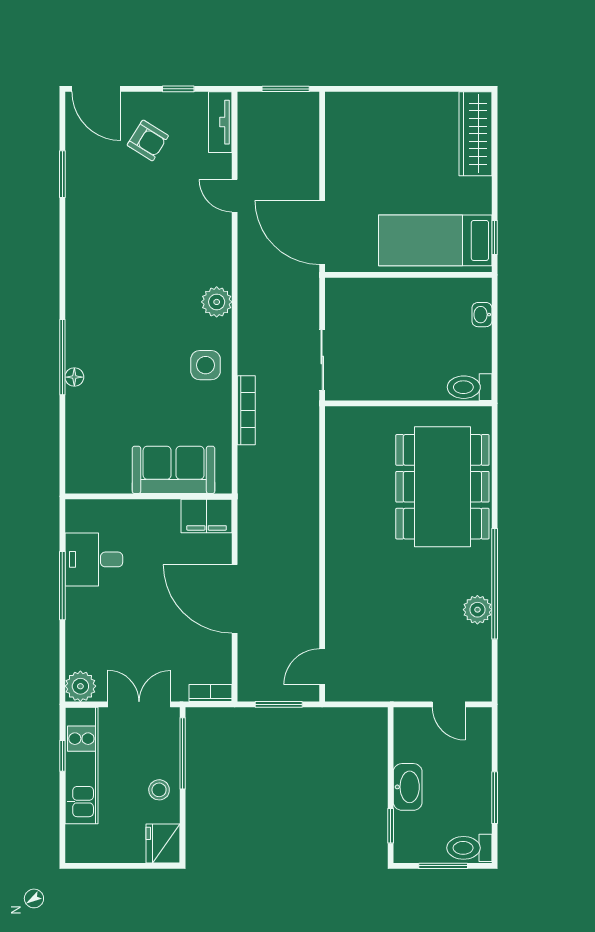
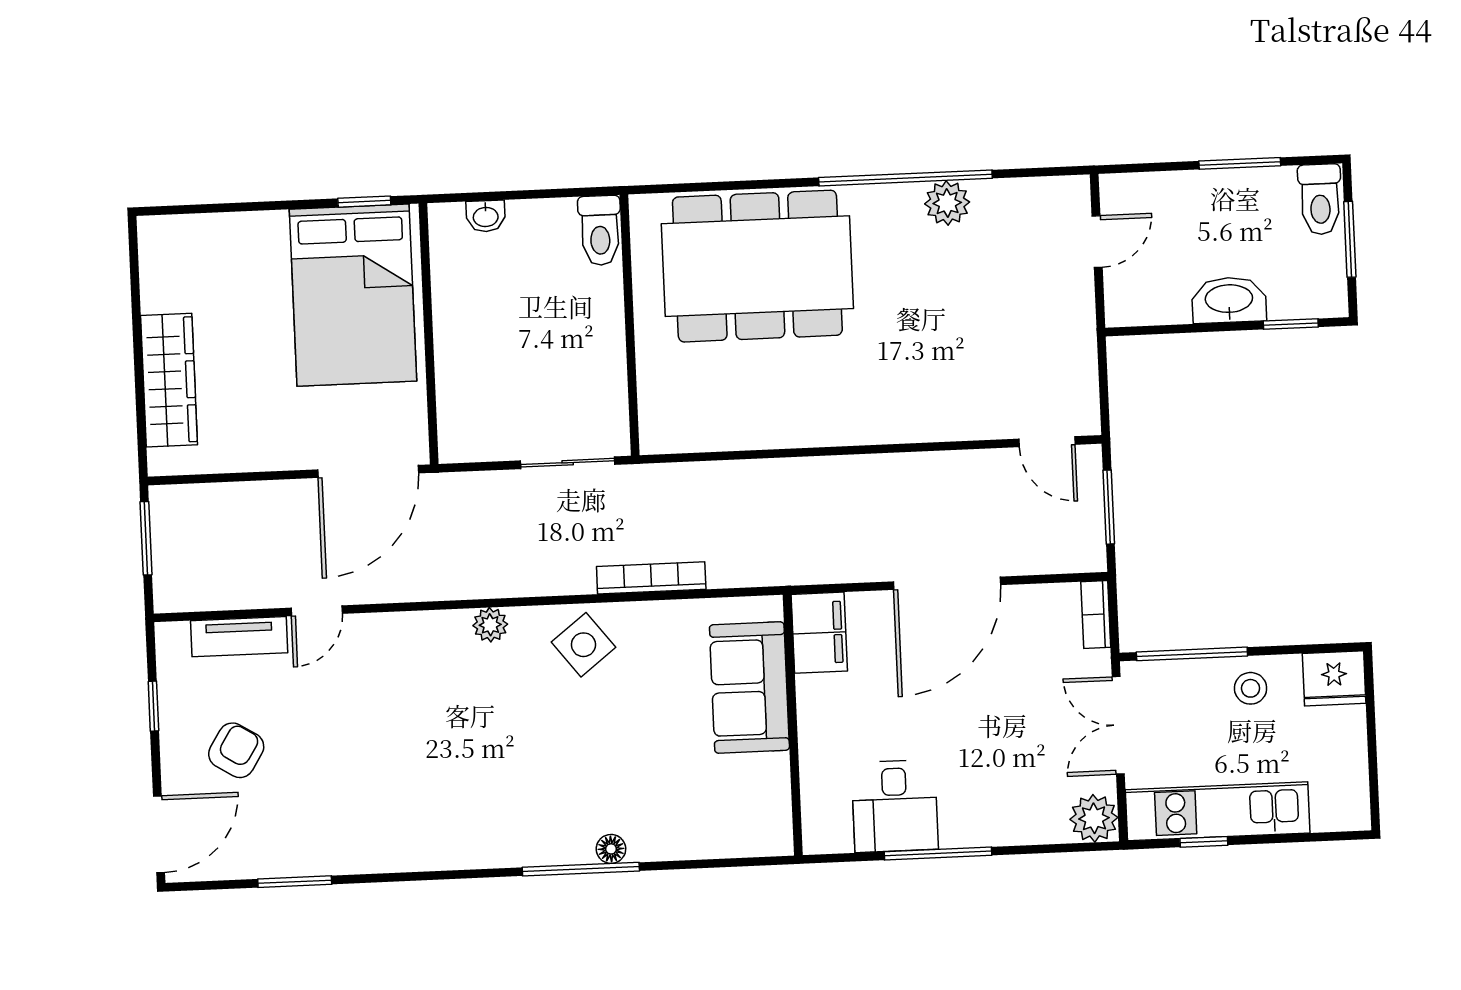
tv unit: (220, 122) -> (239, 637), moved
wardrobe: (475, 134) -> (169, 380), moved, turned -90
bed: (435, 240) -> (353, 295), width x1.50
plant: (217, 302) -> (490, 625), width x0.73, depth x0.73
side table: (206, 365) -> (583, 645), turned -38

